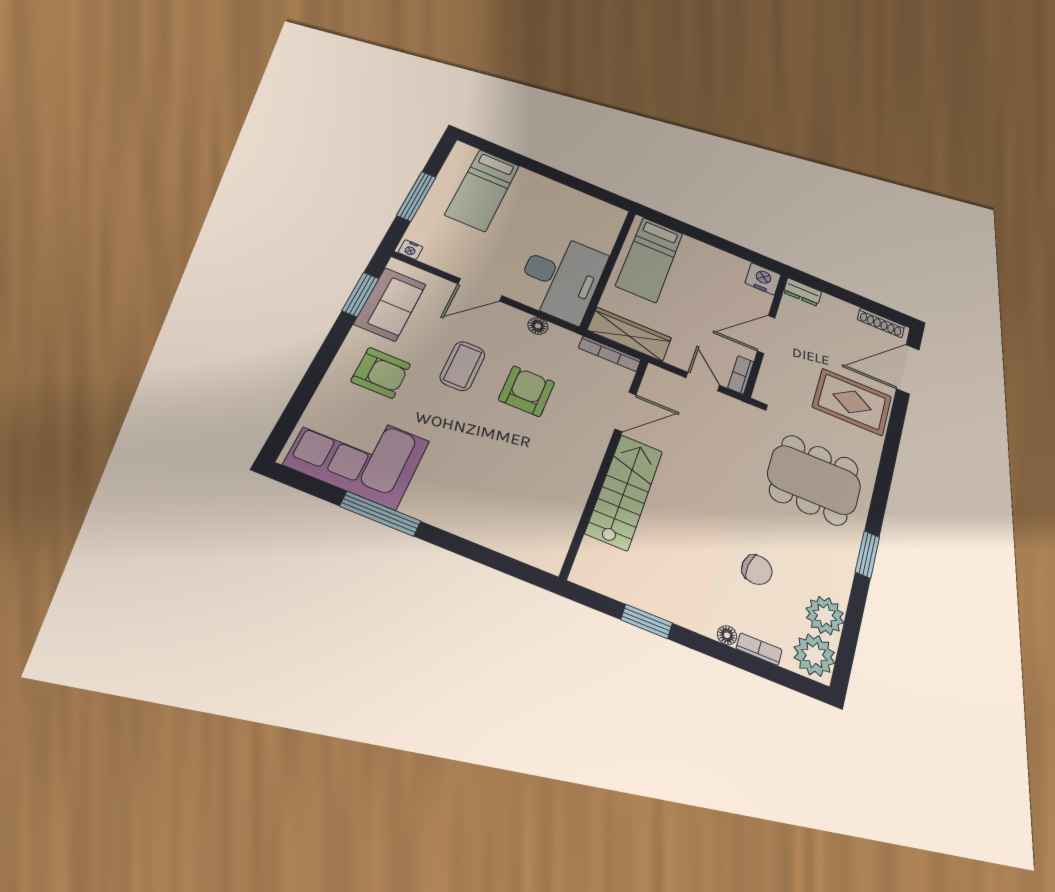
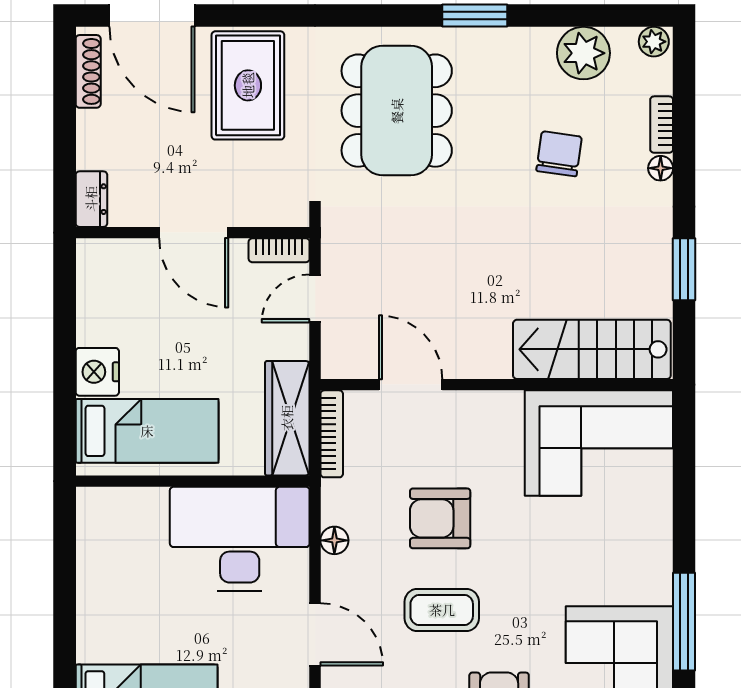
nightstand: (763, 279) -> (97, 372), moved
stairs: (624, 492) -> (592, 349), moved
corner sofa: (539, 511) -> (599, 443), added
plant: (814, 655) -> (654, 42), width x0.53, depth x0.53

